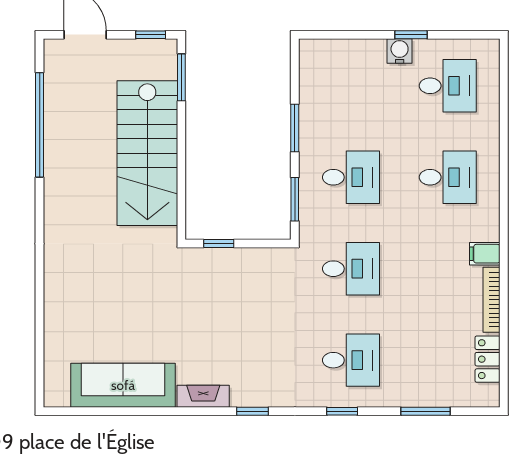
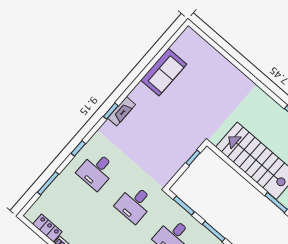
sofa: (123, 385) -> (164, 72), width x0.73
fireplace: (203, 396) -> (121, 111), moved

